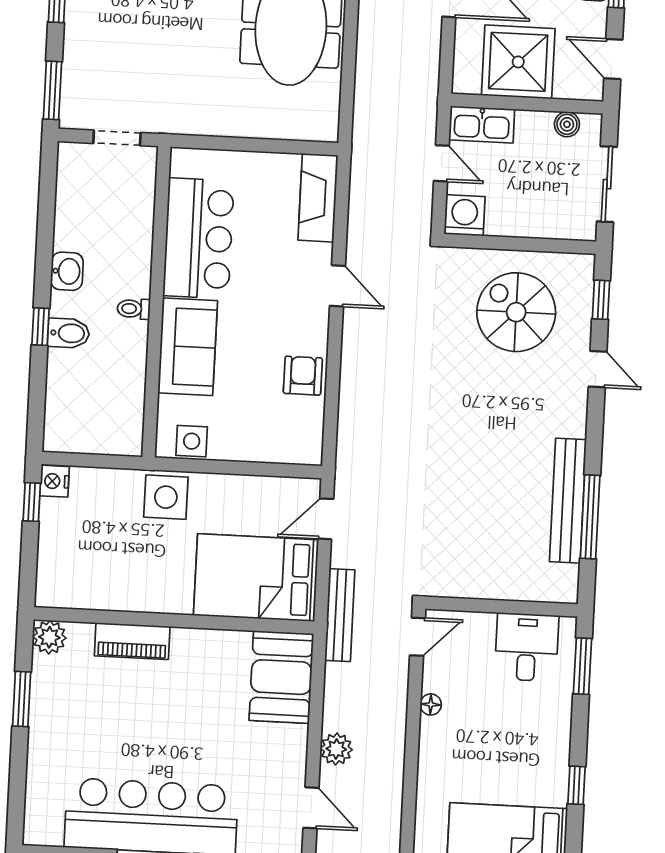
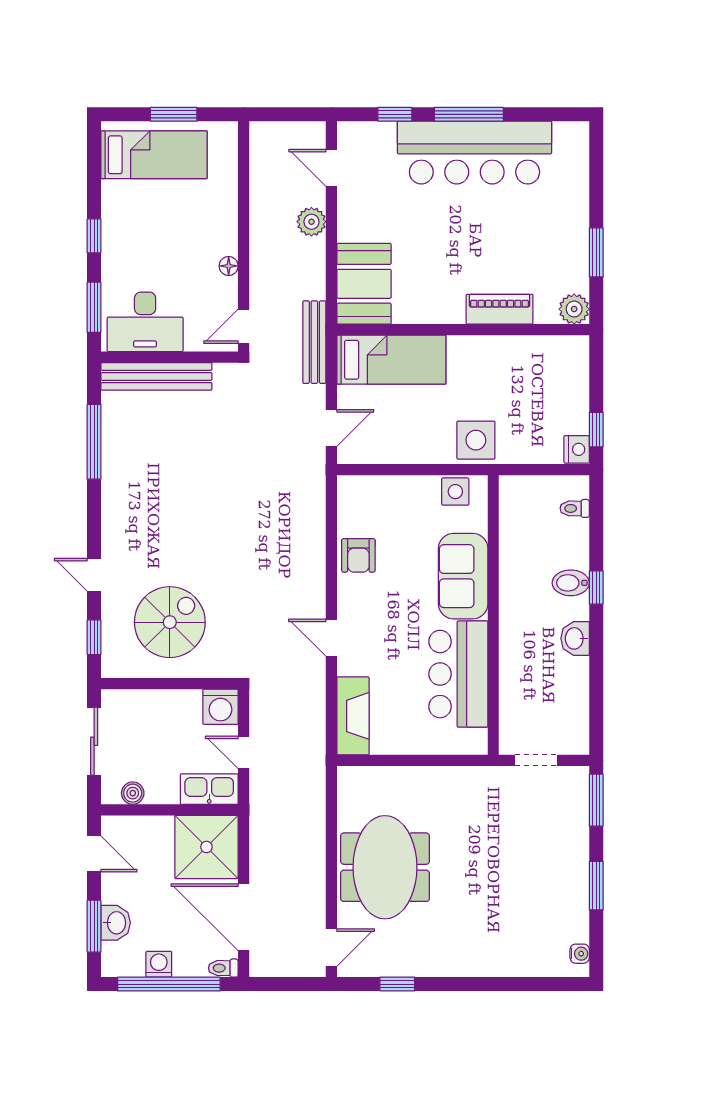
shower: (518, 62) -> (206, 847), moved
toilet: (134, 309) -> (575, 508), moved, turned 180
spiral stairs: (516, 312) -> (170, 622), turned -90
bench: (568, 501) -> (156, 376), moved, turned 90
bed: (256, 578) -> (391, 360), width x0.67
desk: (527, 647) -> (145, 322), width x1.37
window: (576, 785) -> (94, 236), moved

